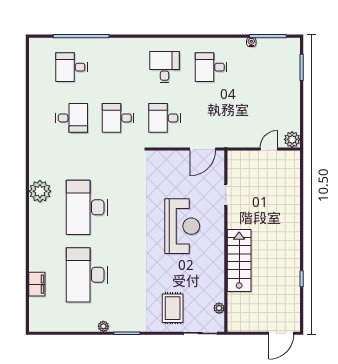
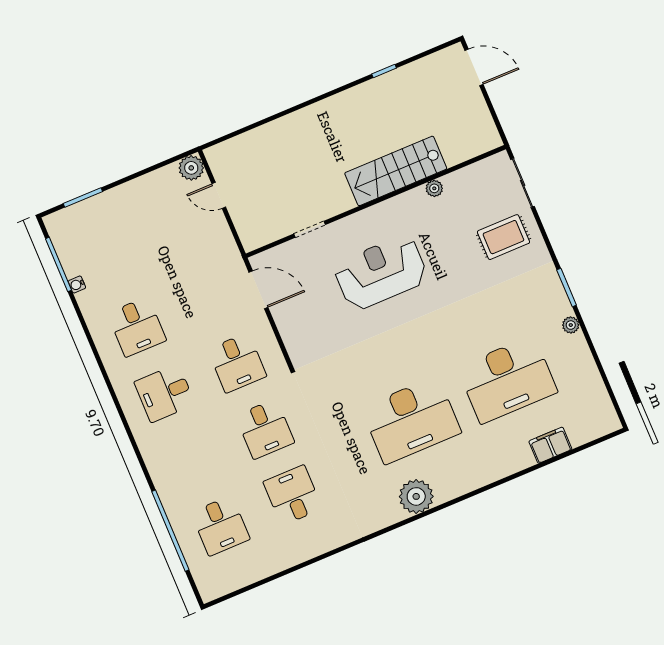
plant: (219, 308) -> (434, 188), moved

